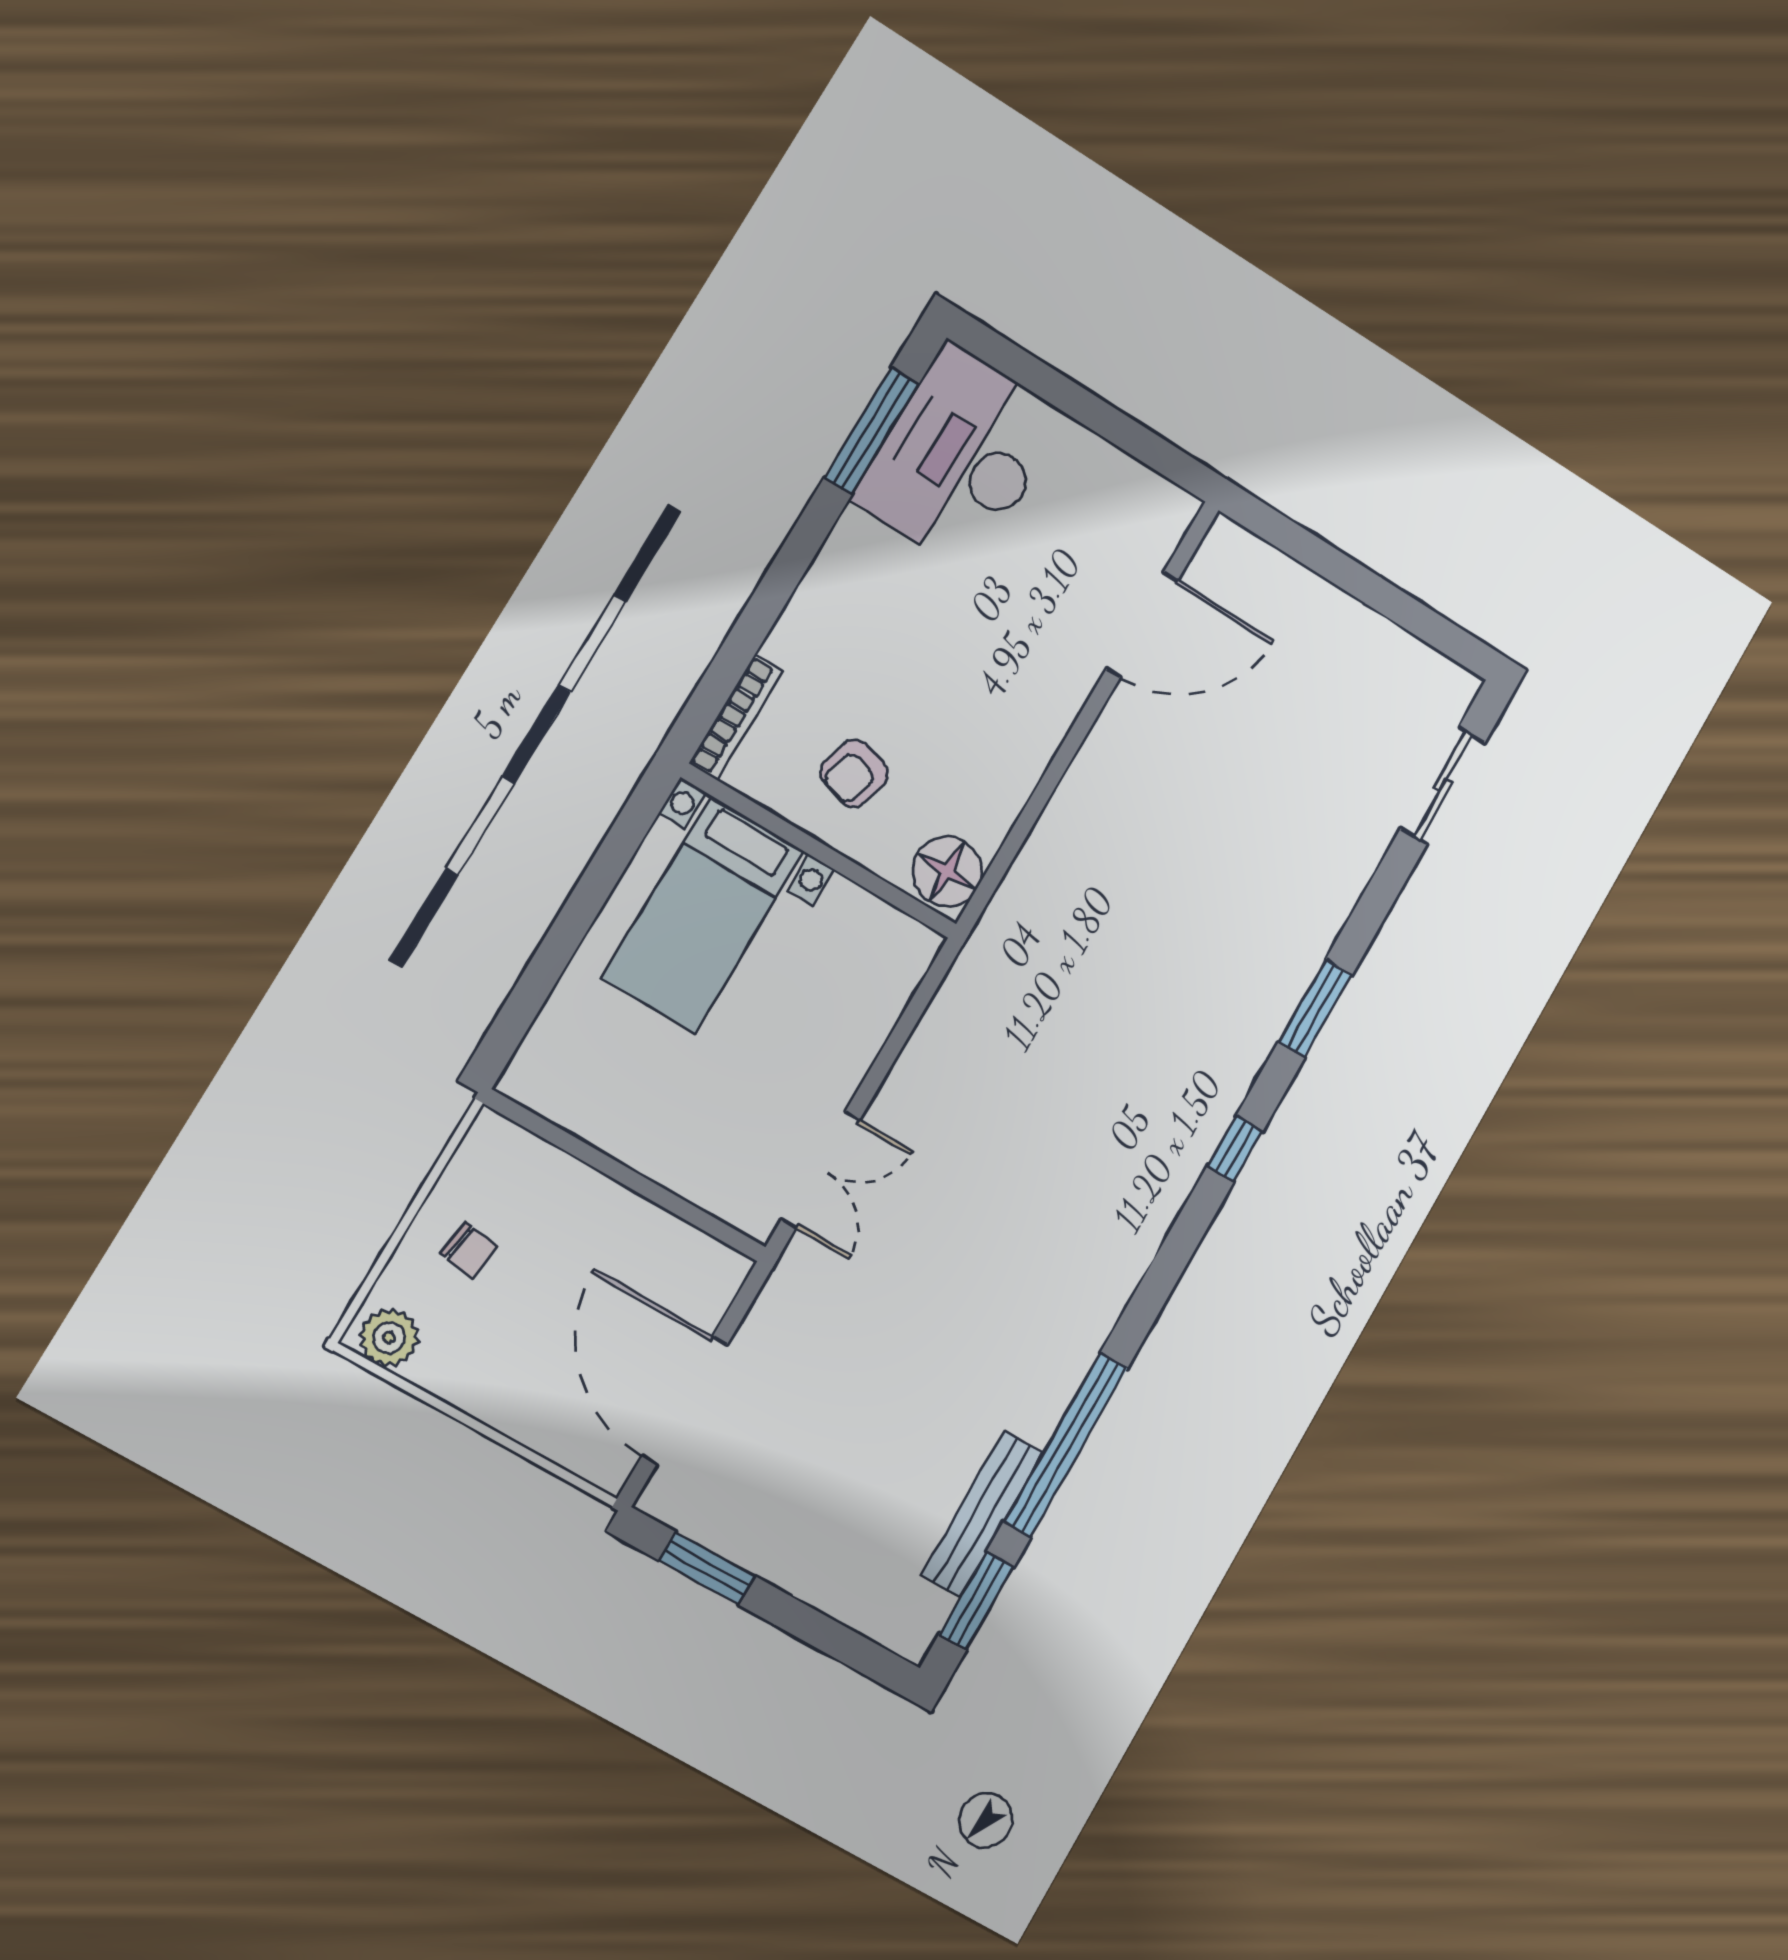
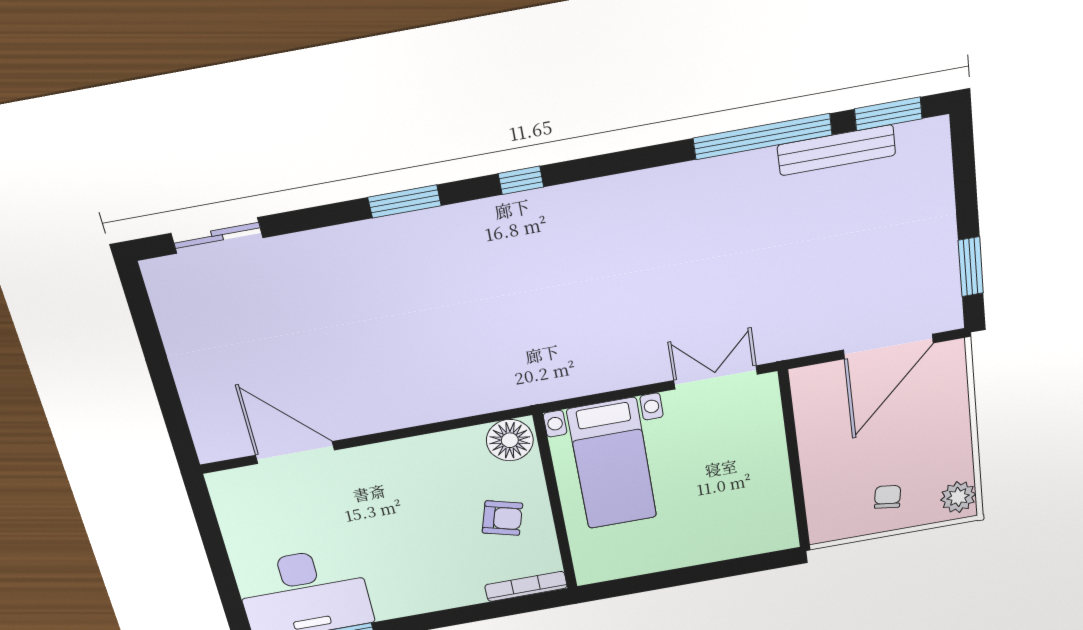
bed with nightstands: (703, 914) -> (612, 464), moved, turned 90

